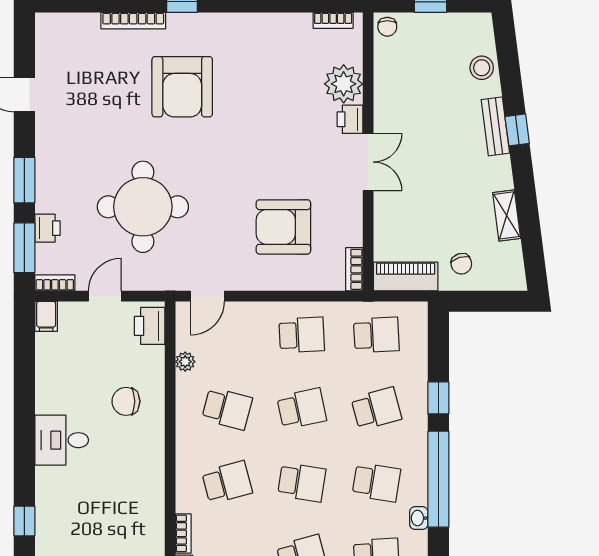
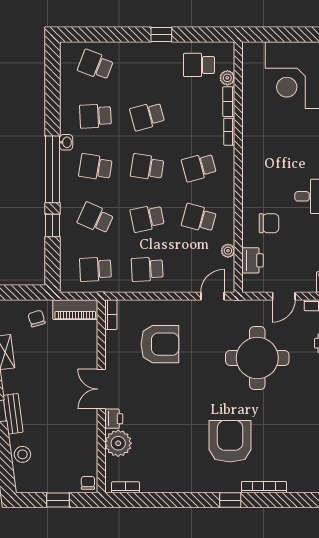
printer: (150, 326) -> (253, 260), moved
school desk: (376, 409) -> (95, 218), turned 39

